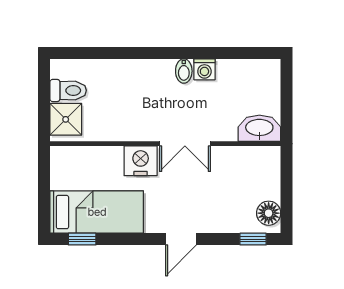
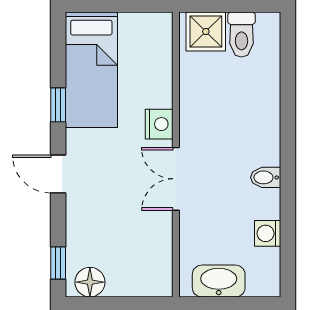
washing machine: (204, 69) -> (268, 233), moved
washbasin: (259, 128) -> (219, 281), moved, turned -90
nightstand: (141, 161) -> (159, 124), width x0.74, depth x0.75
window: (82, 239) -> (58, 105), moved

